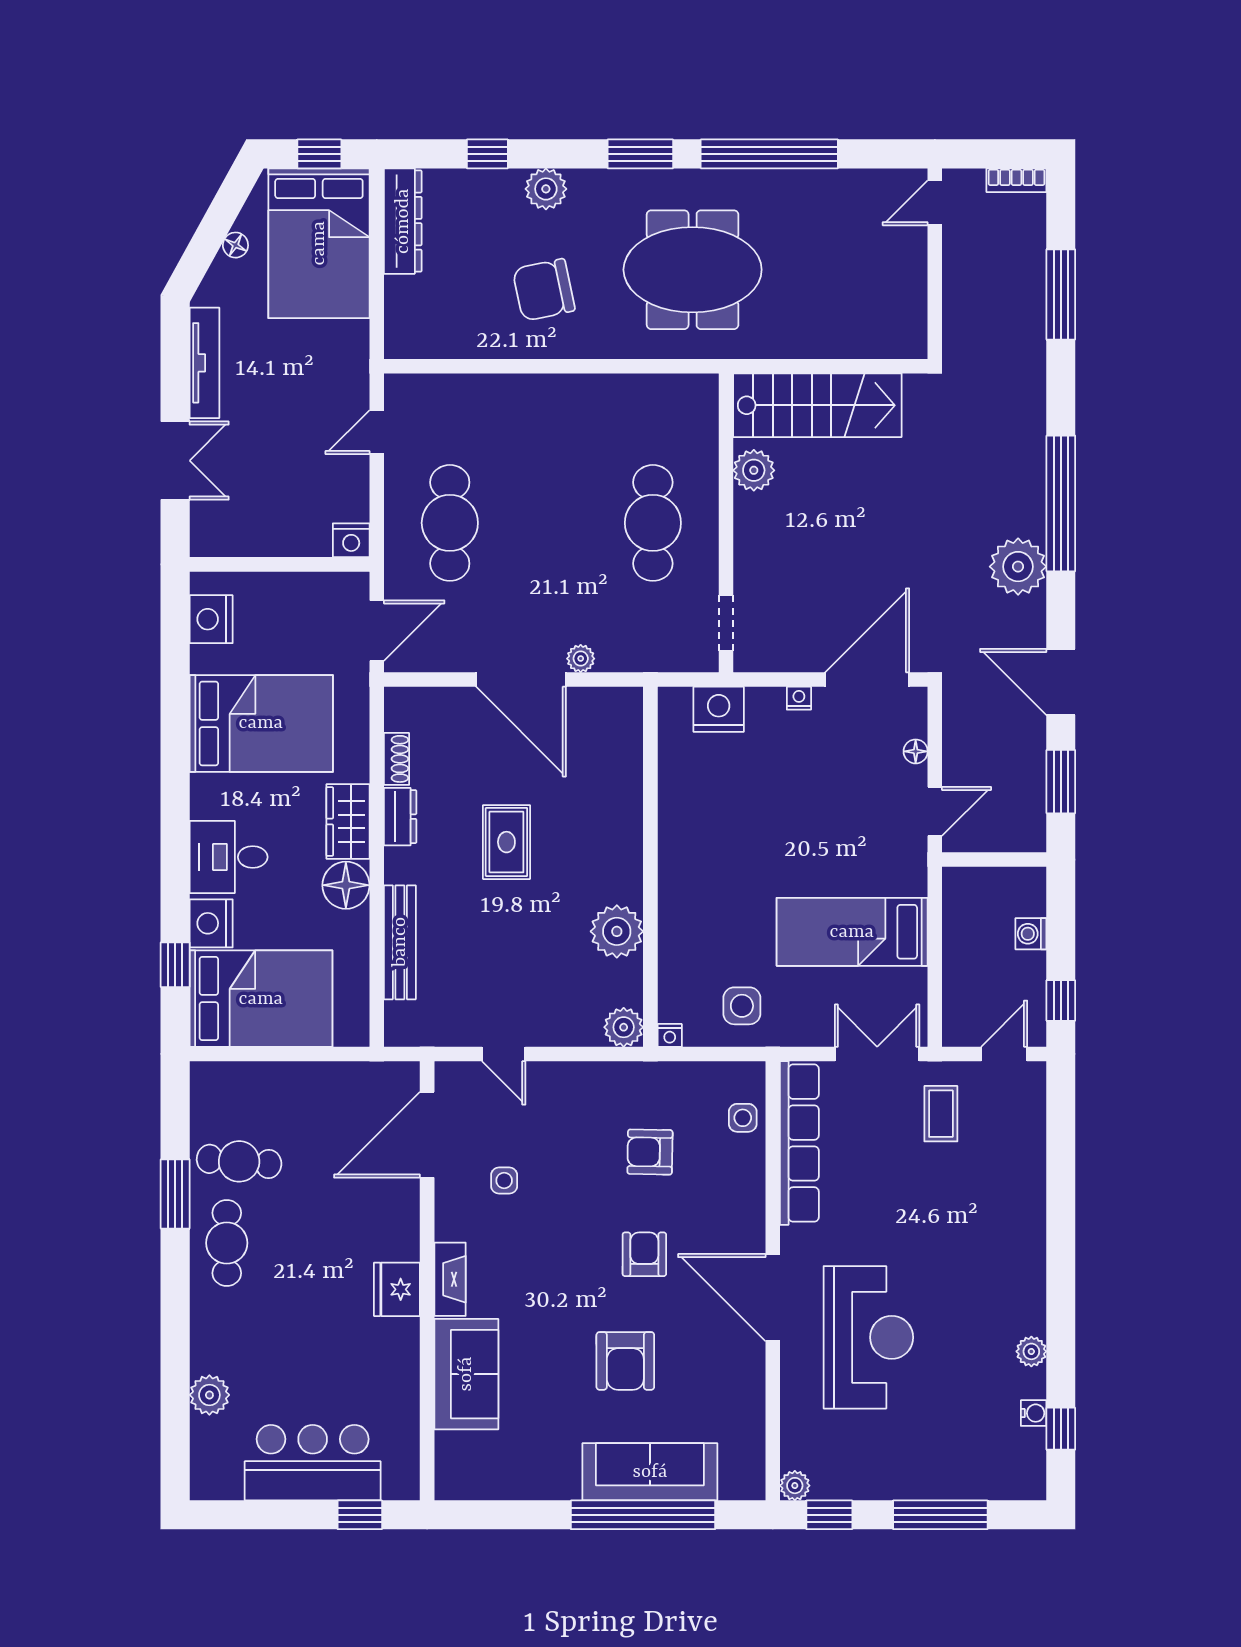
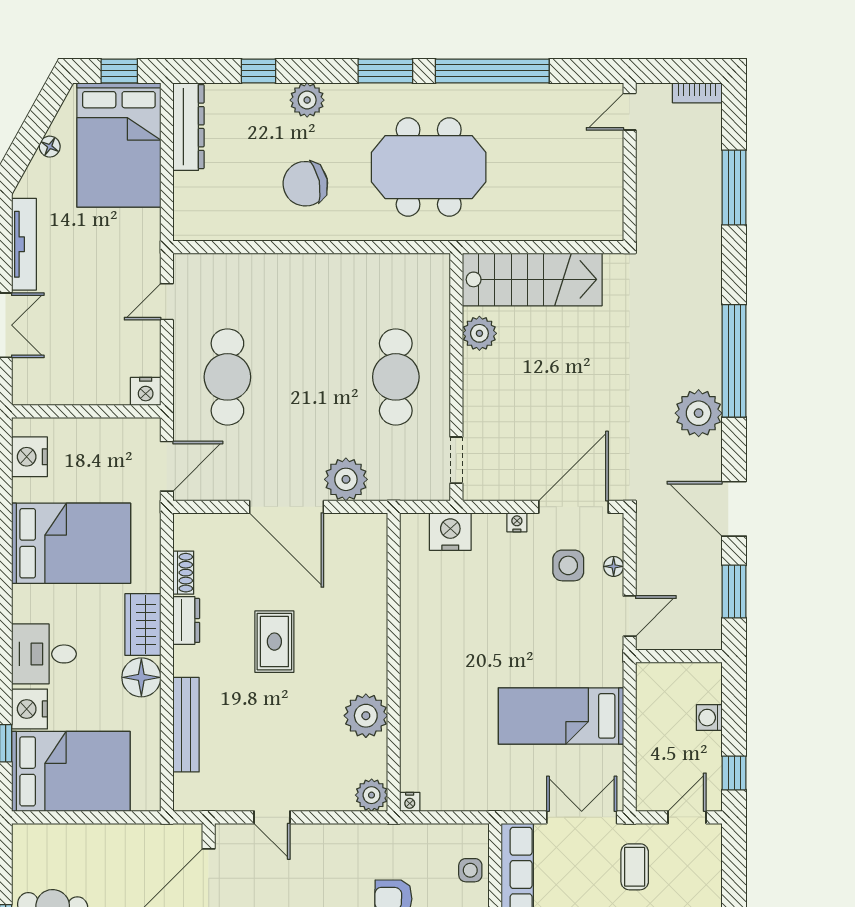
plant: (581, 659) -> (346, 479), width x1.87, depth x1.87
side table: (742, 1006) -> (568, 565), moved

